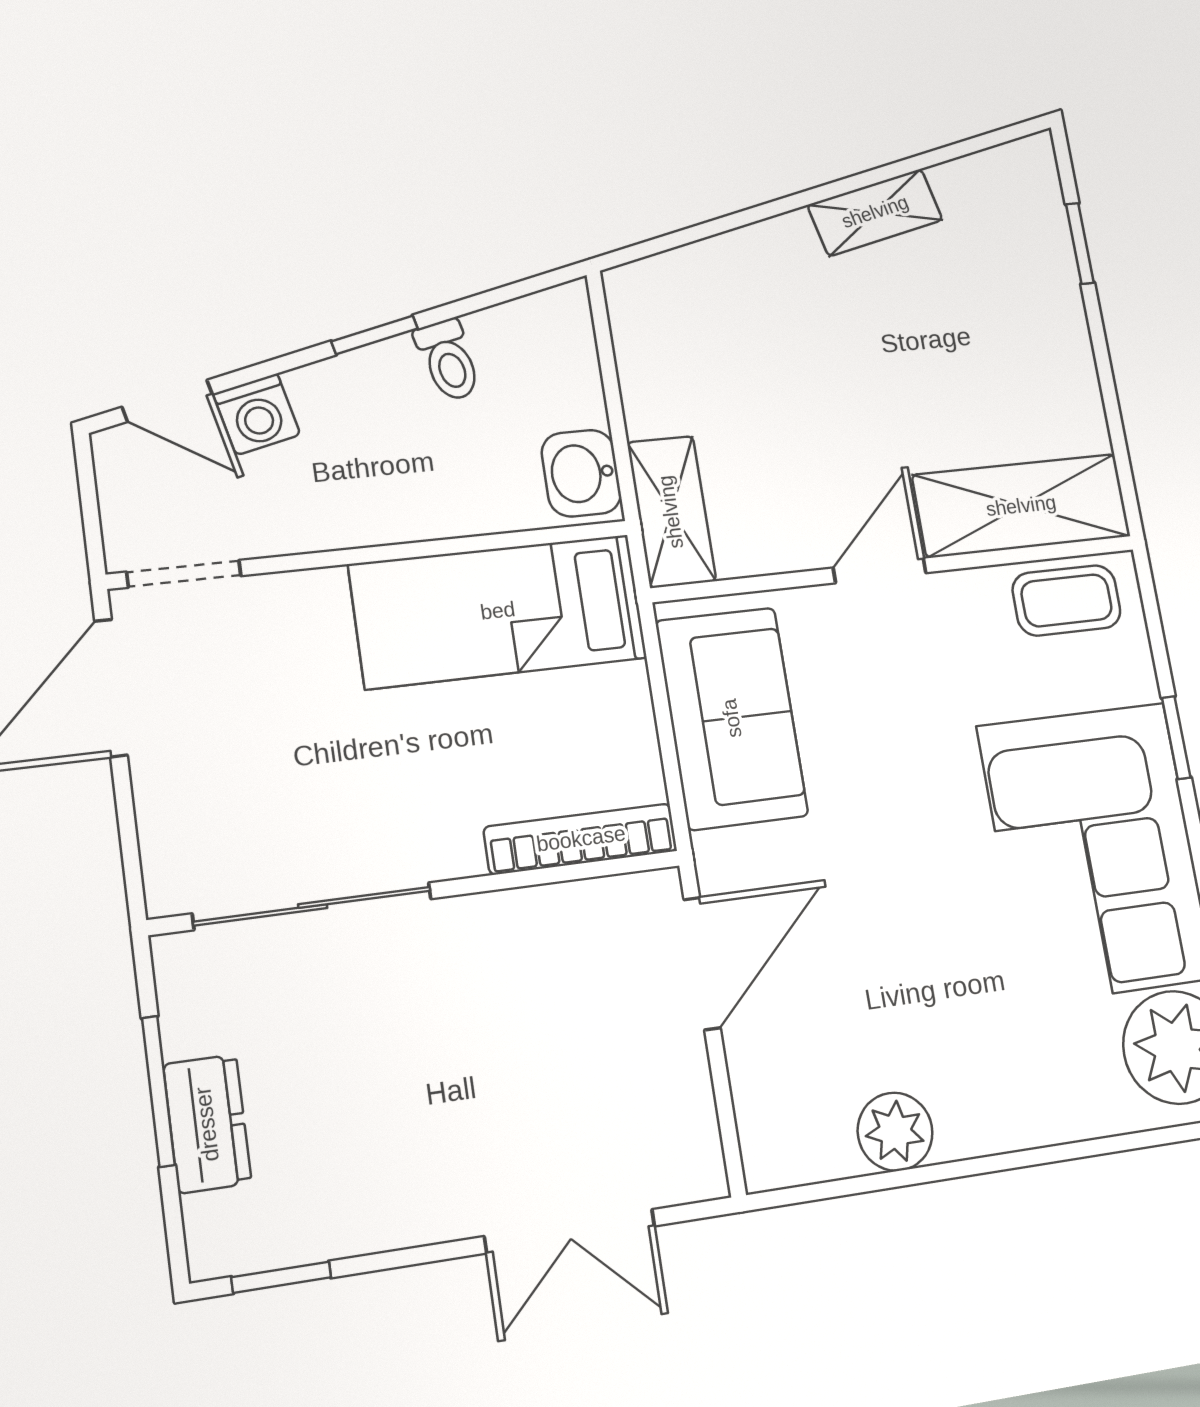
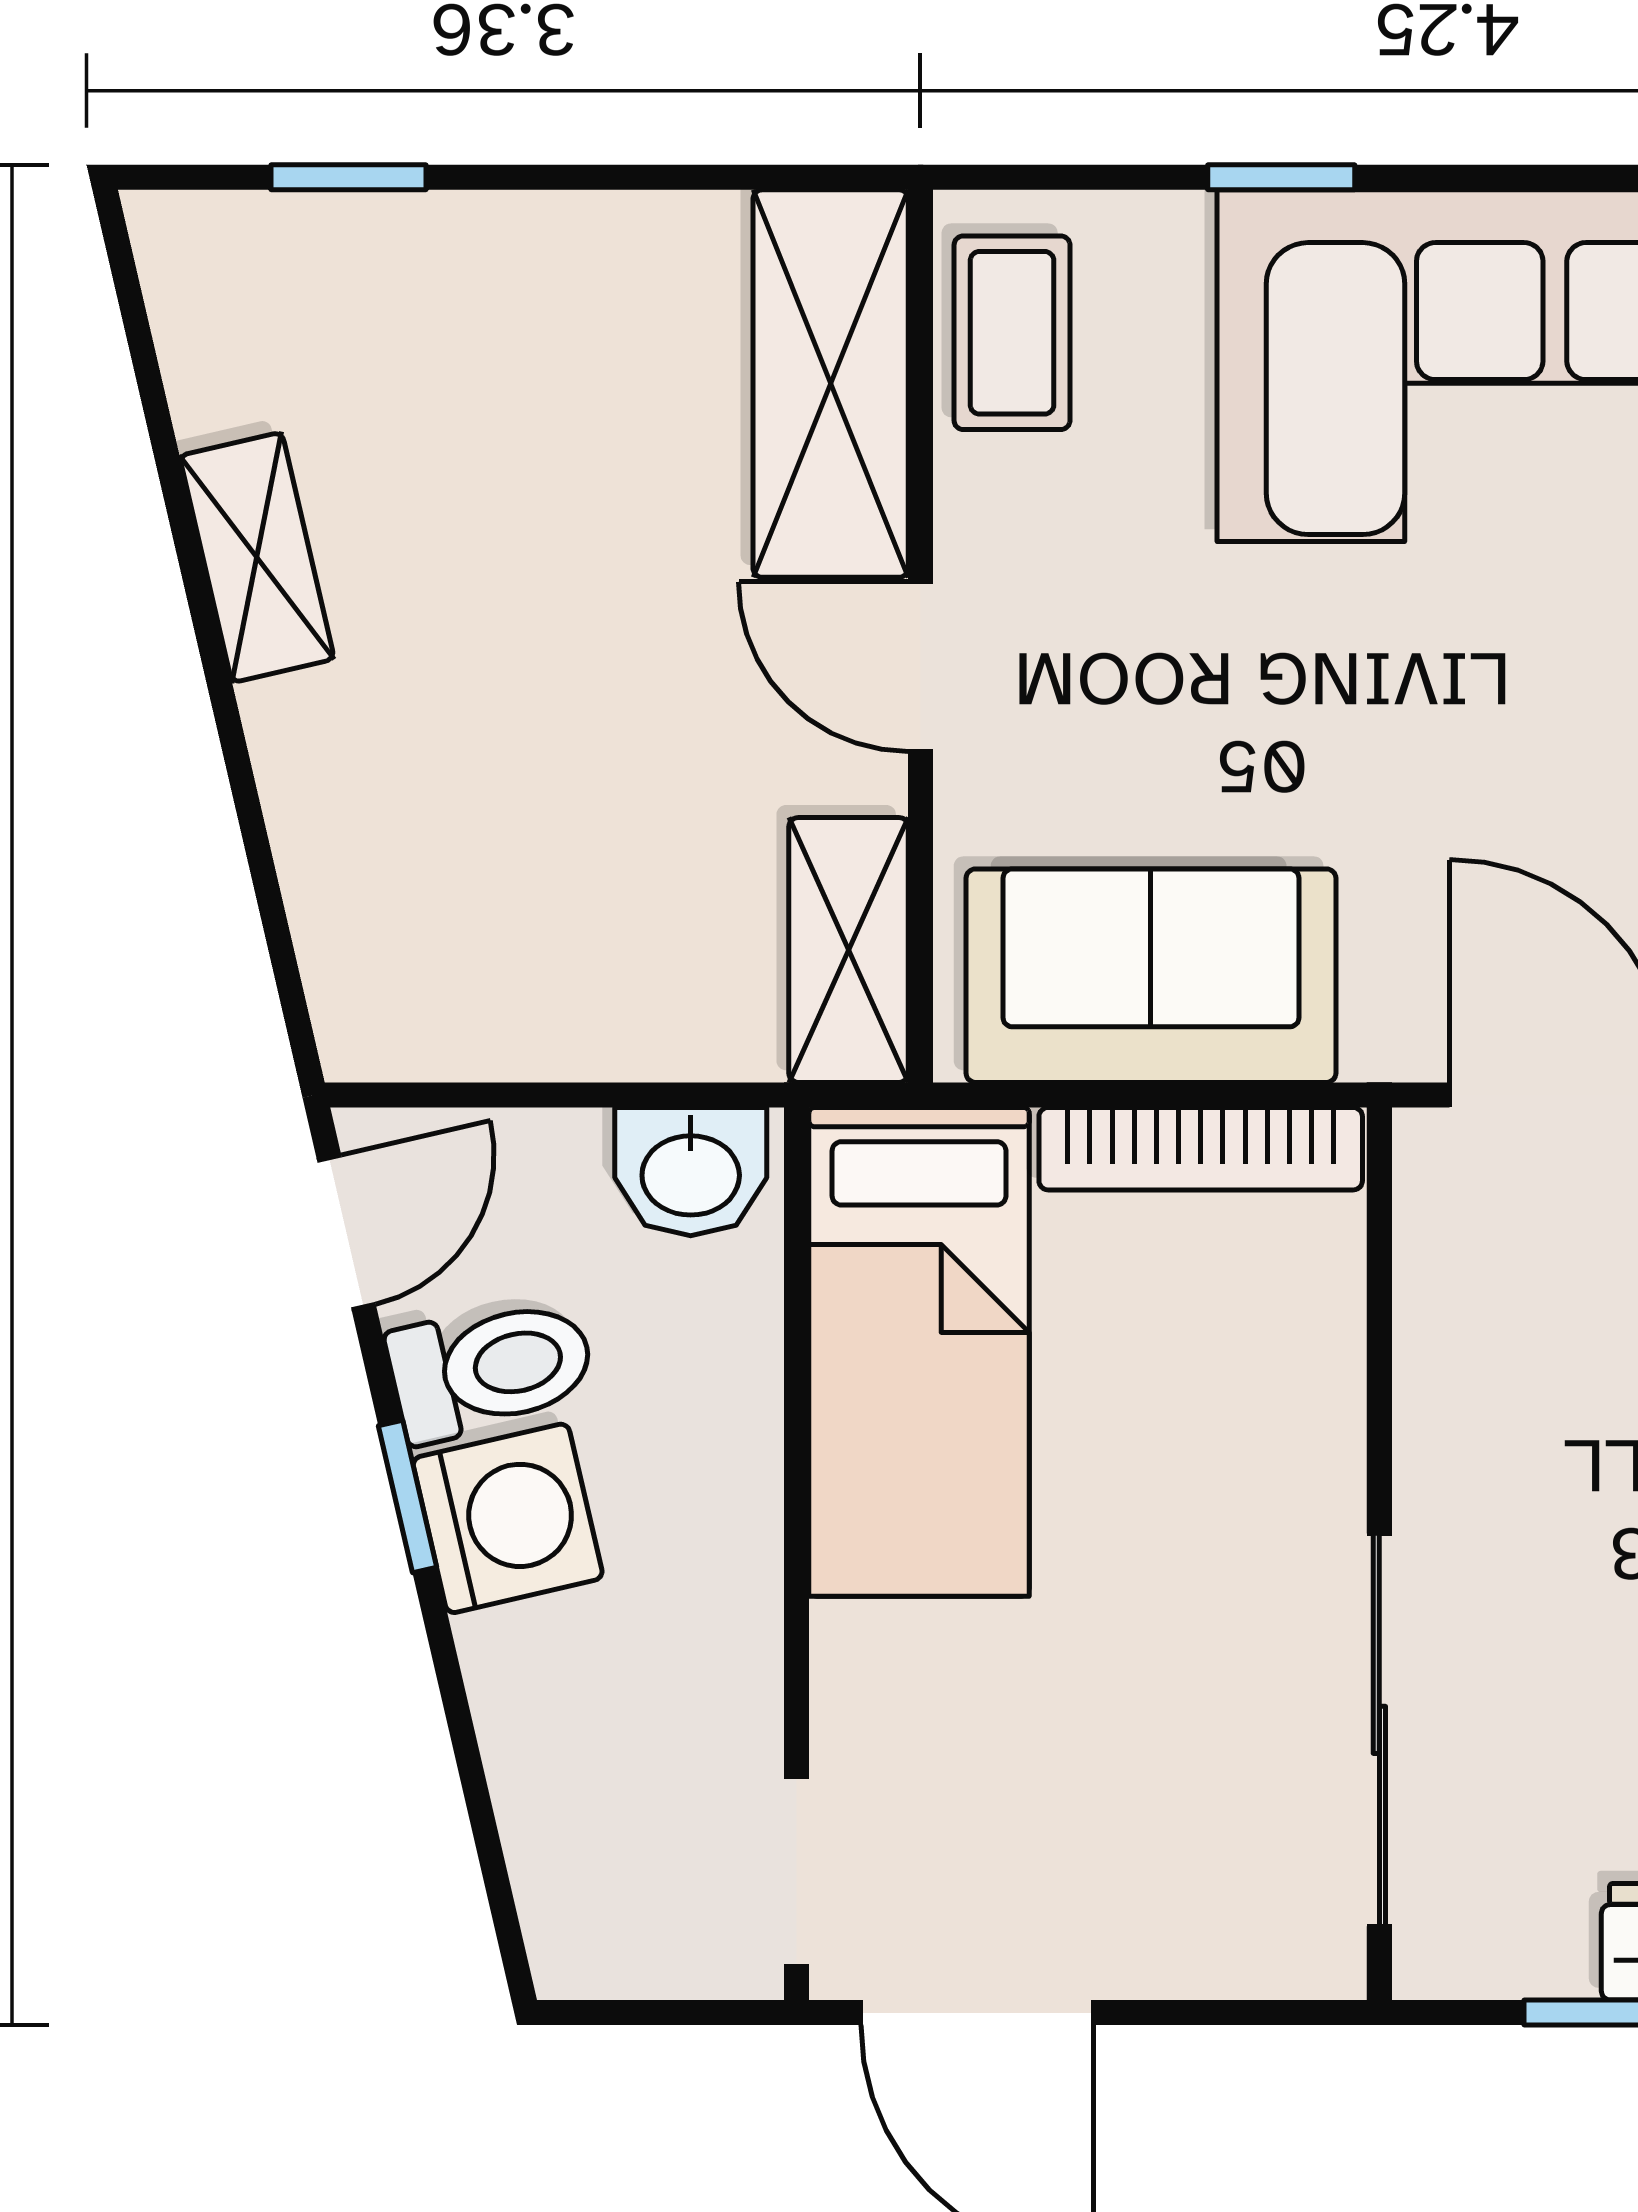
toilet: (448, 360) -> (491, 1369), width x1.37, depth x1.39
door: (167, 401) -> (346, 1232), moved
washing machine: (257, 414) -> (508, 1518), moved, width x1.38, depth x1.38
shelving: (671, 512) -> (849, 950), moved, turned 90
bookcase: (581, 839) -> (1201, 1149), moved, turned -90

